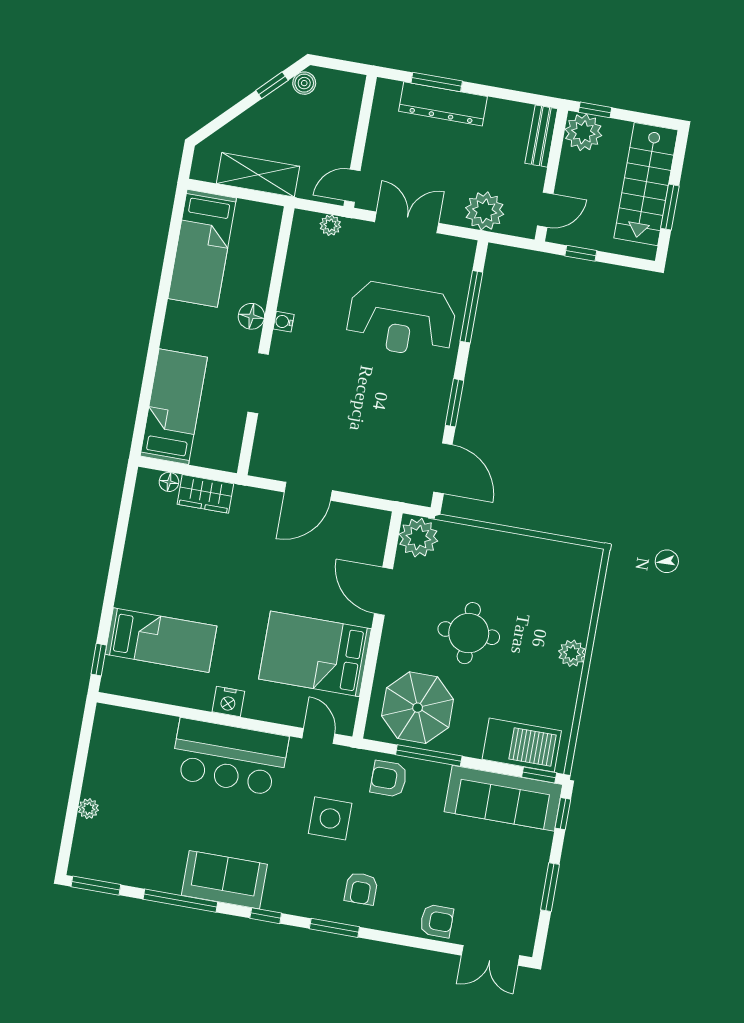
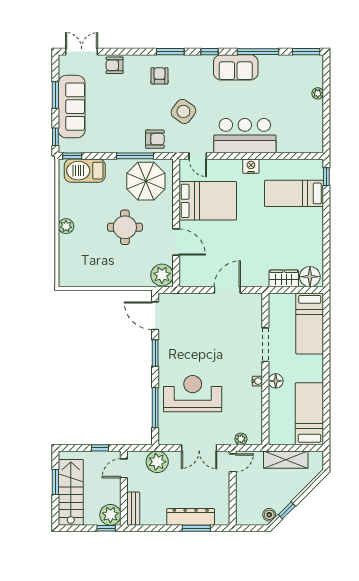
floor lamp: (169, 482) -> (310, 277), width x1.89, depth x1.89
sofa: (503, 798) -> (72, 107), moved, turned 90
side table: (330, 818) -> (183, 111), turned 36

